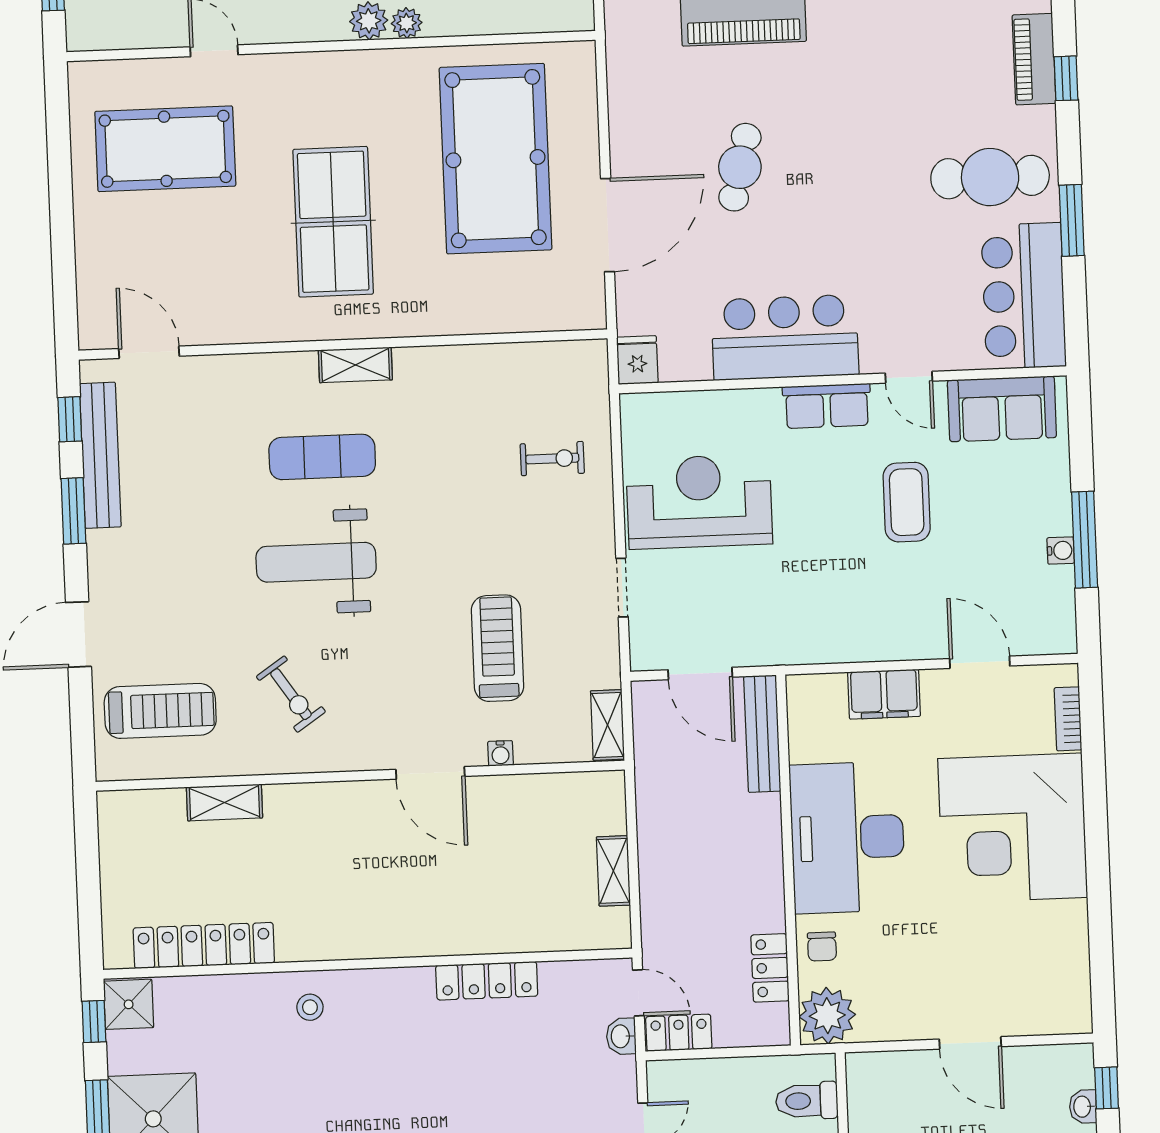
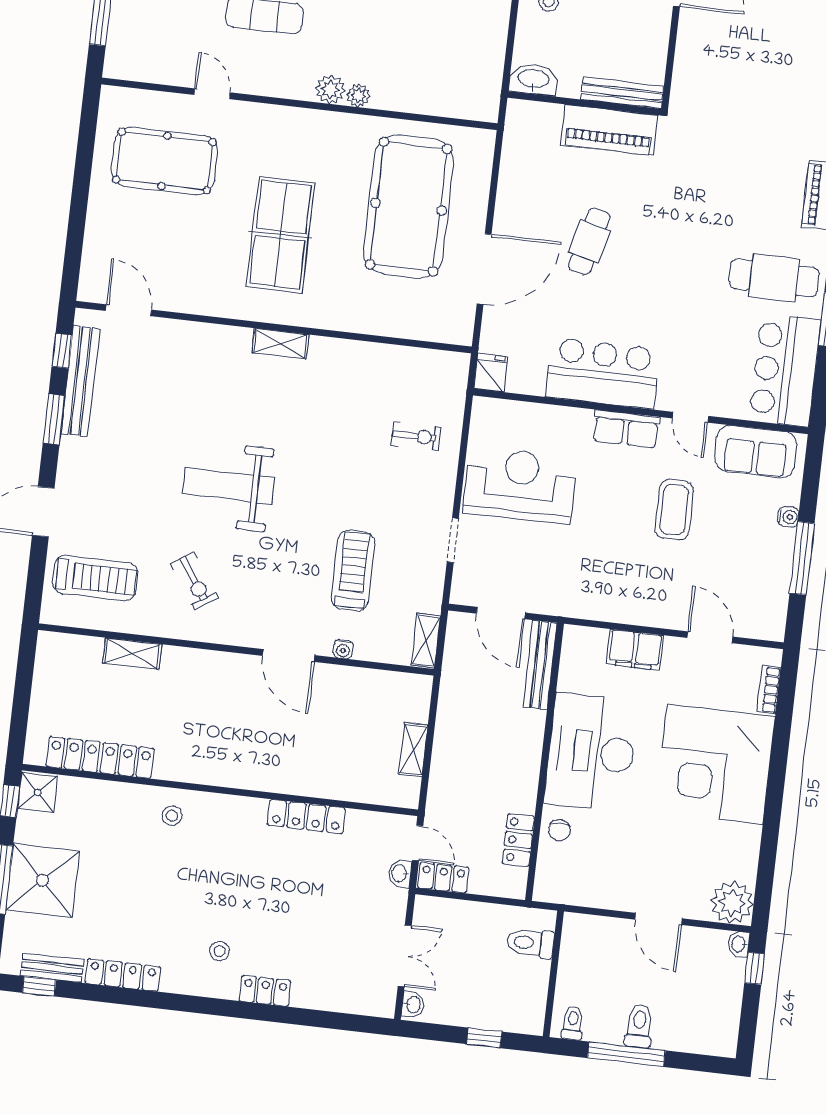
exercise mat: (322, 457) -> (245, 408), removed
water cooler: (1061, 551) -> (788, 517), moved
plant: (827, 1016) -> (732, 903), moved
washbasin: (1083, 1107) -> (739, 944), moved

